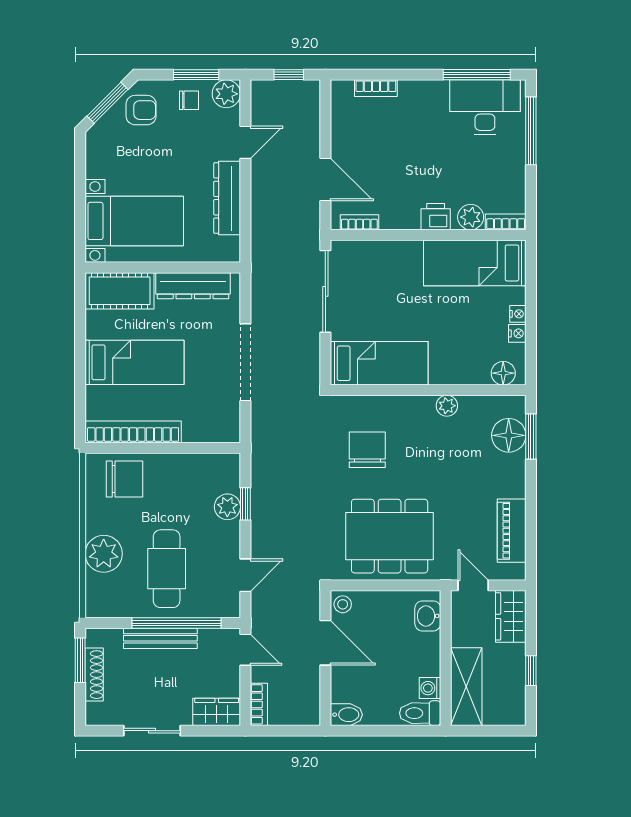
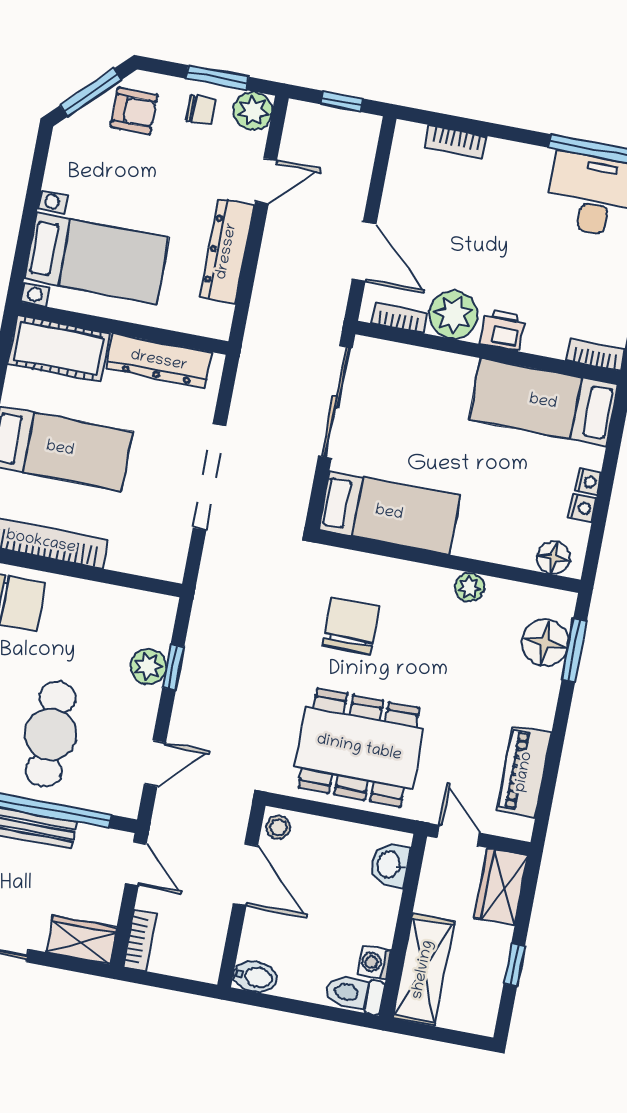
plant: (471, 217) -> (453, 315), moved, width x1.36, depth x1.36

